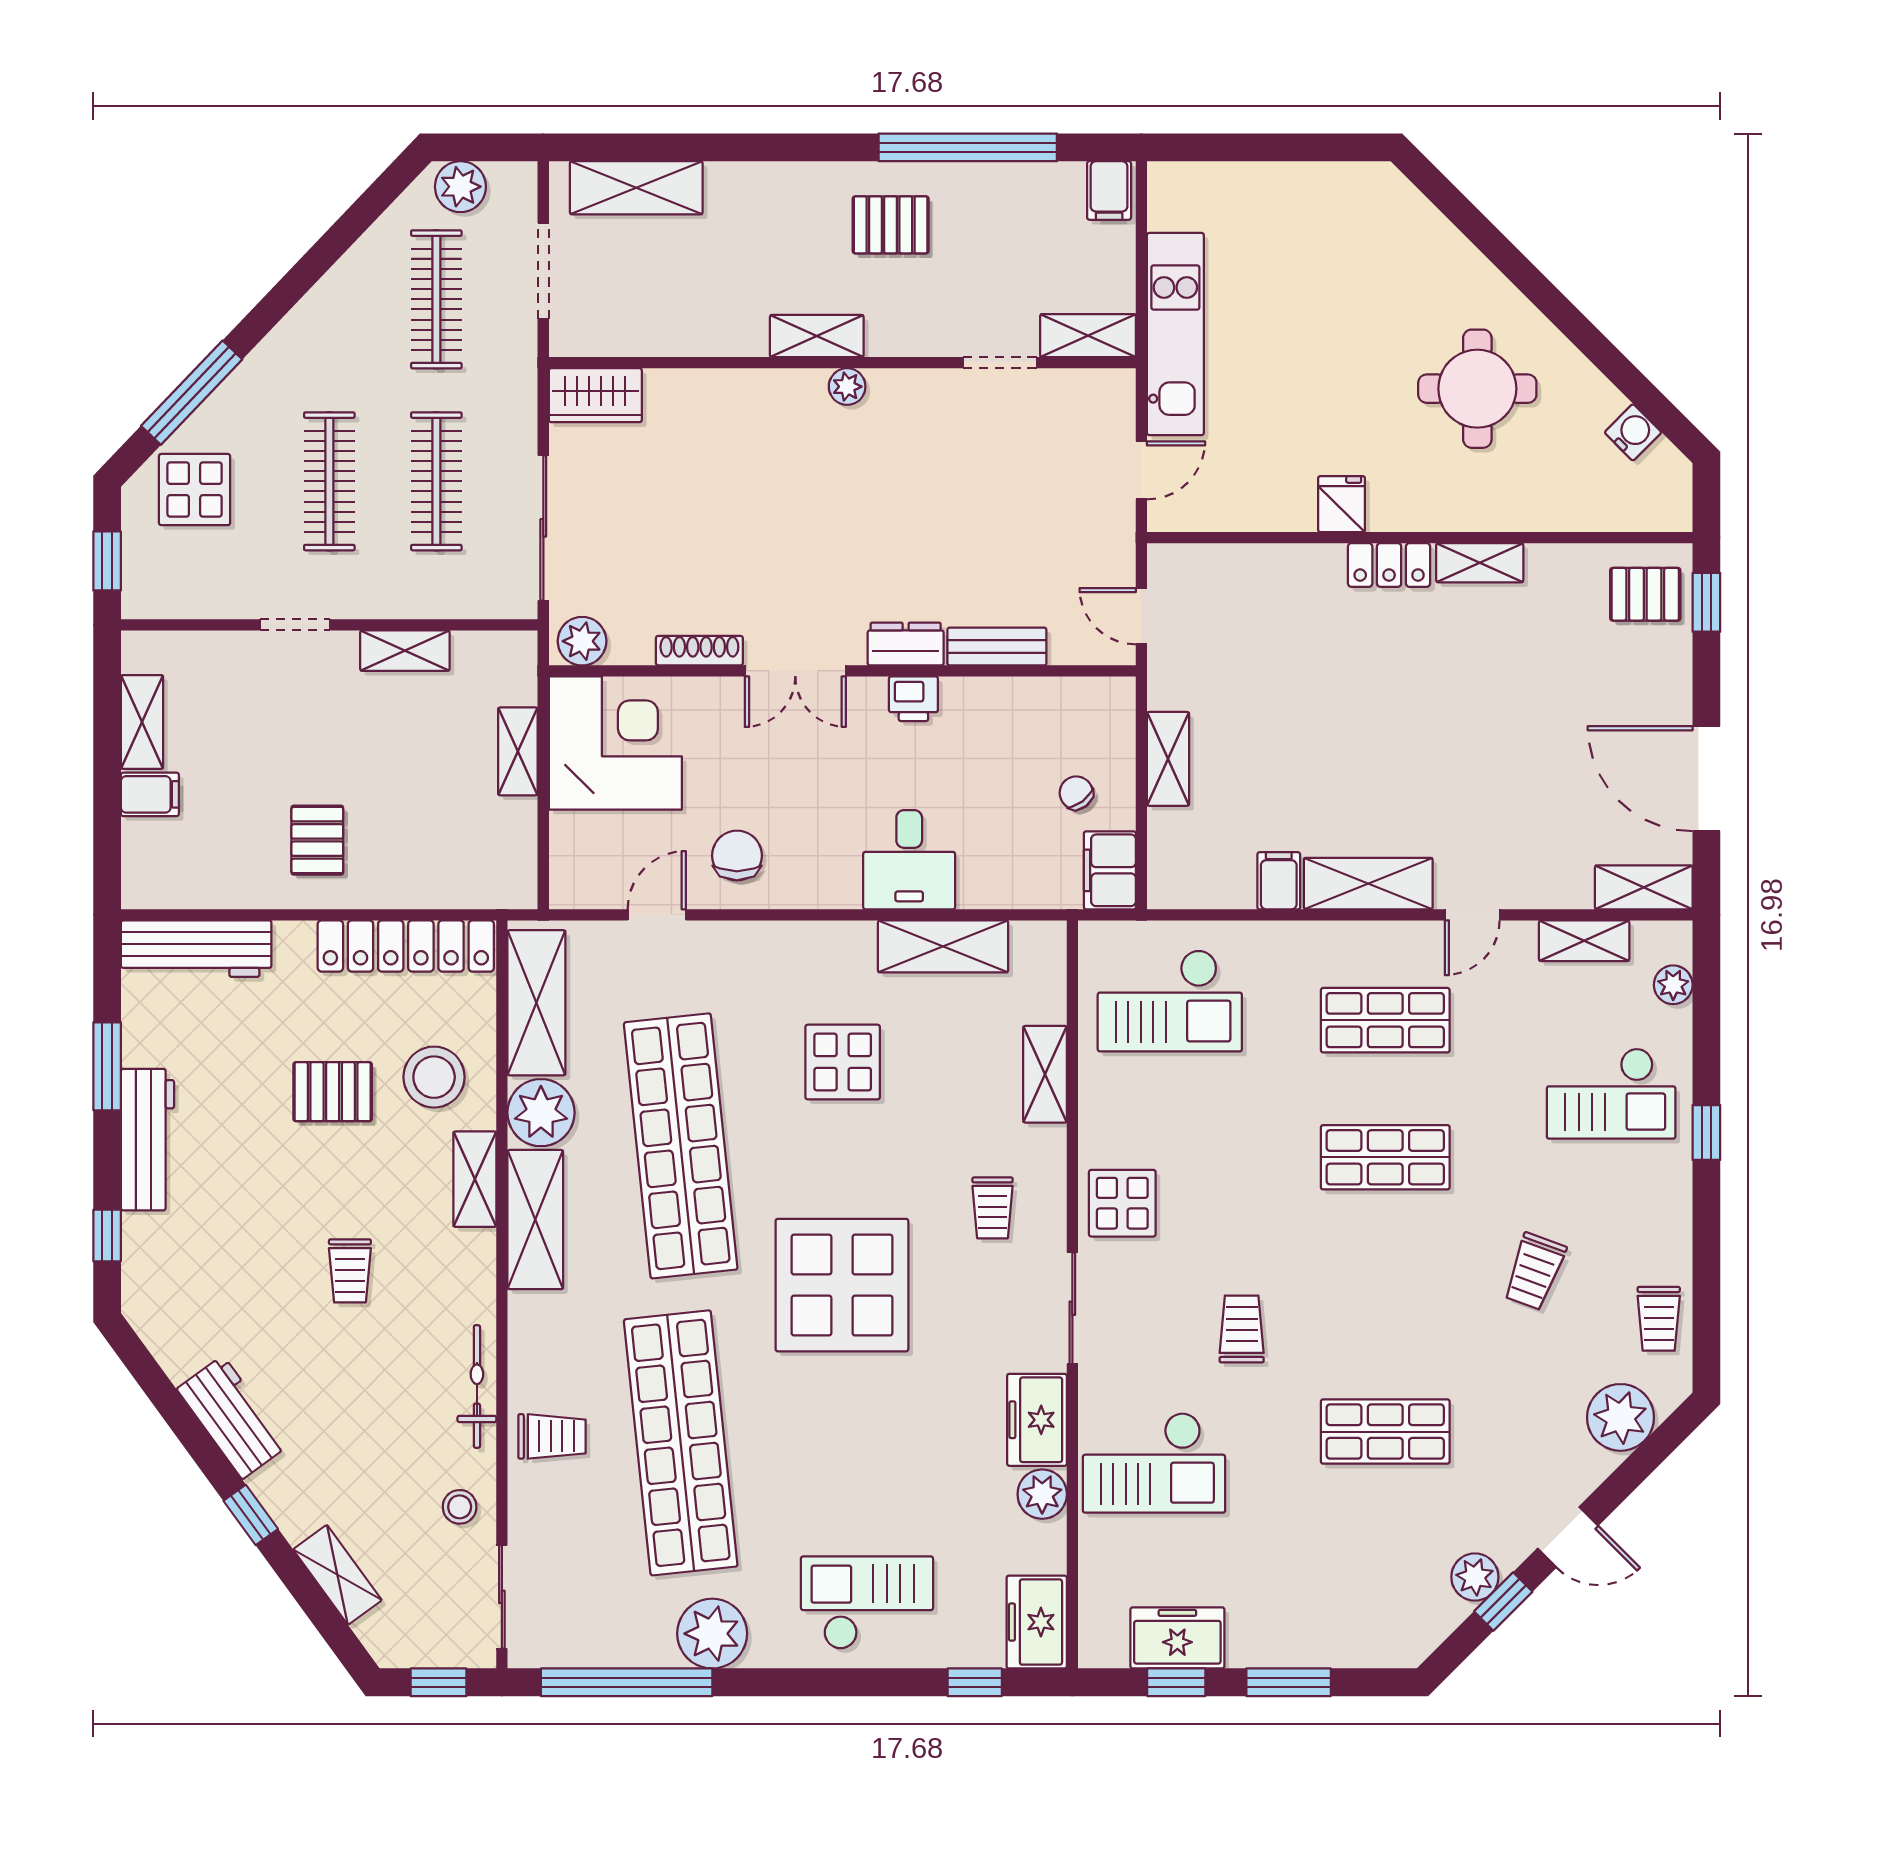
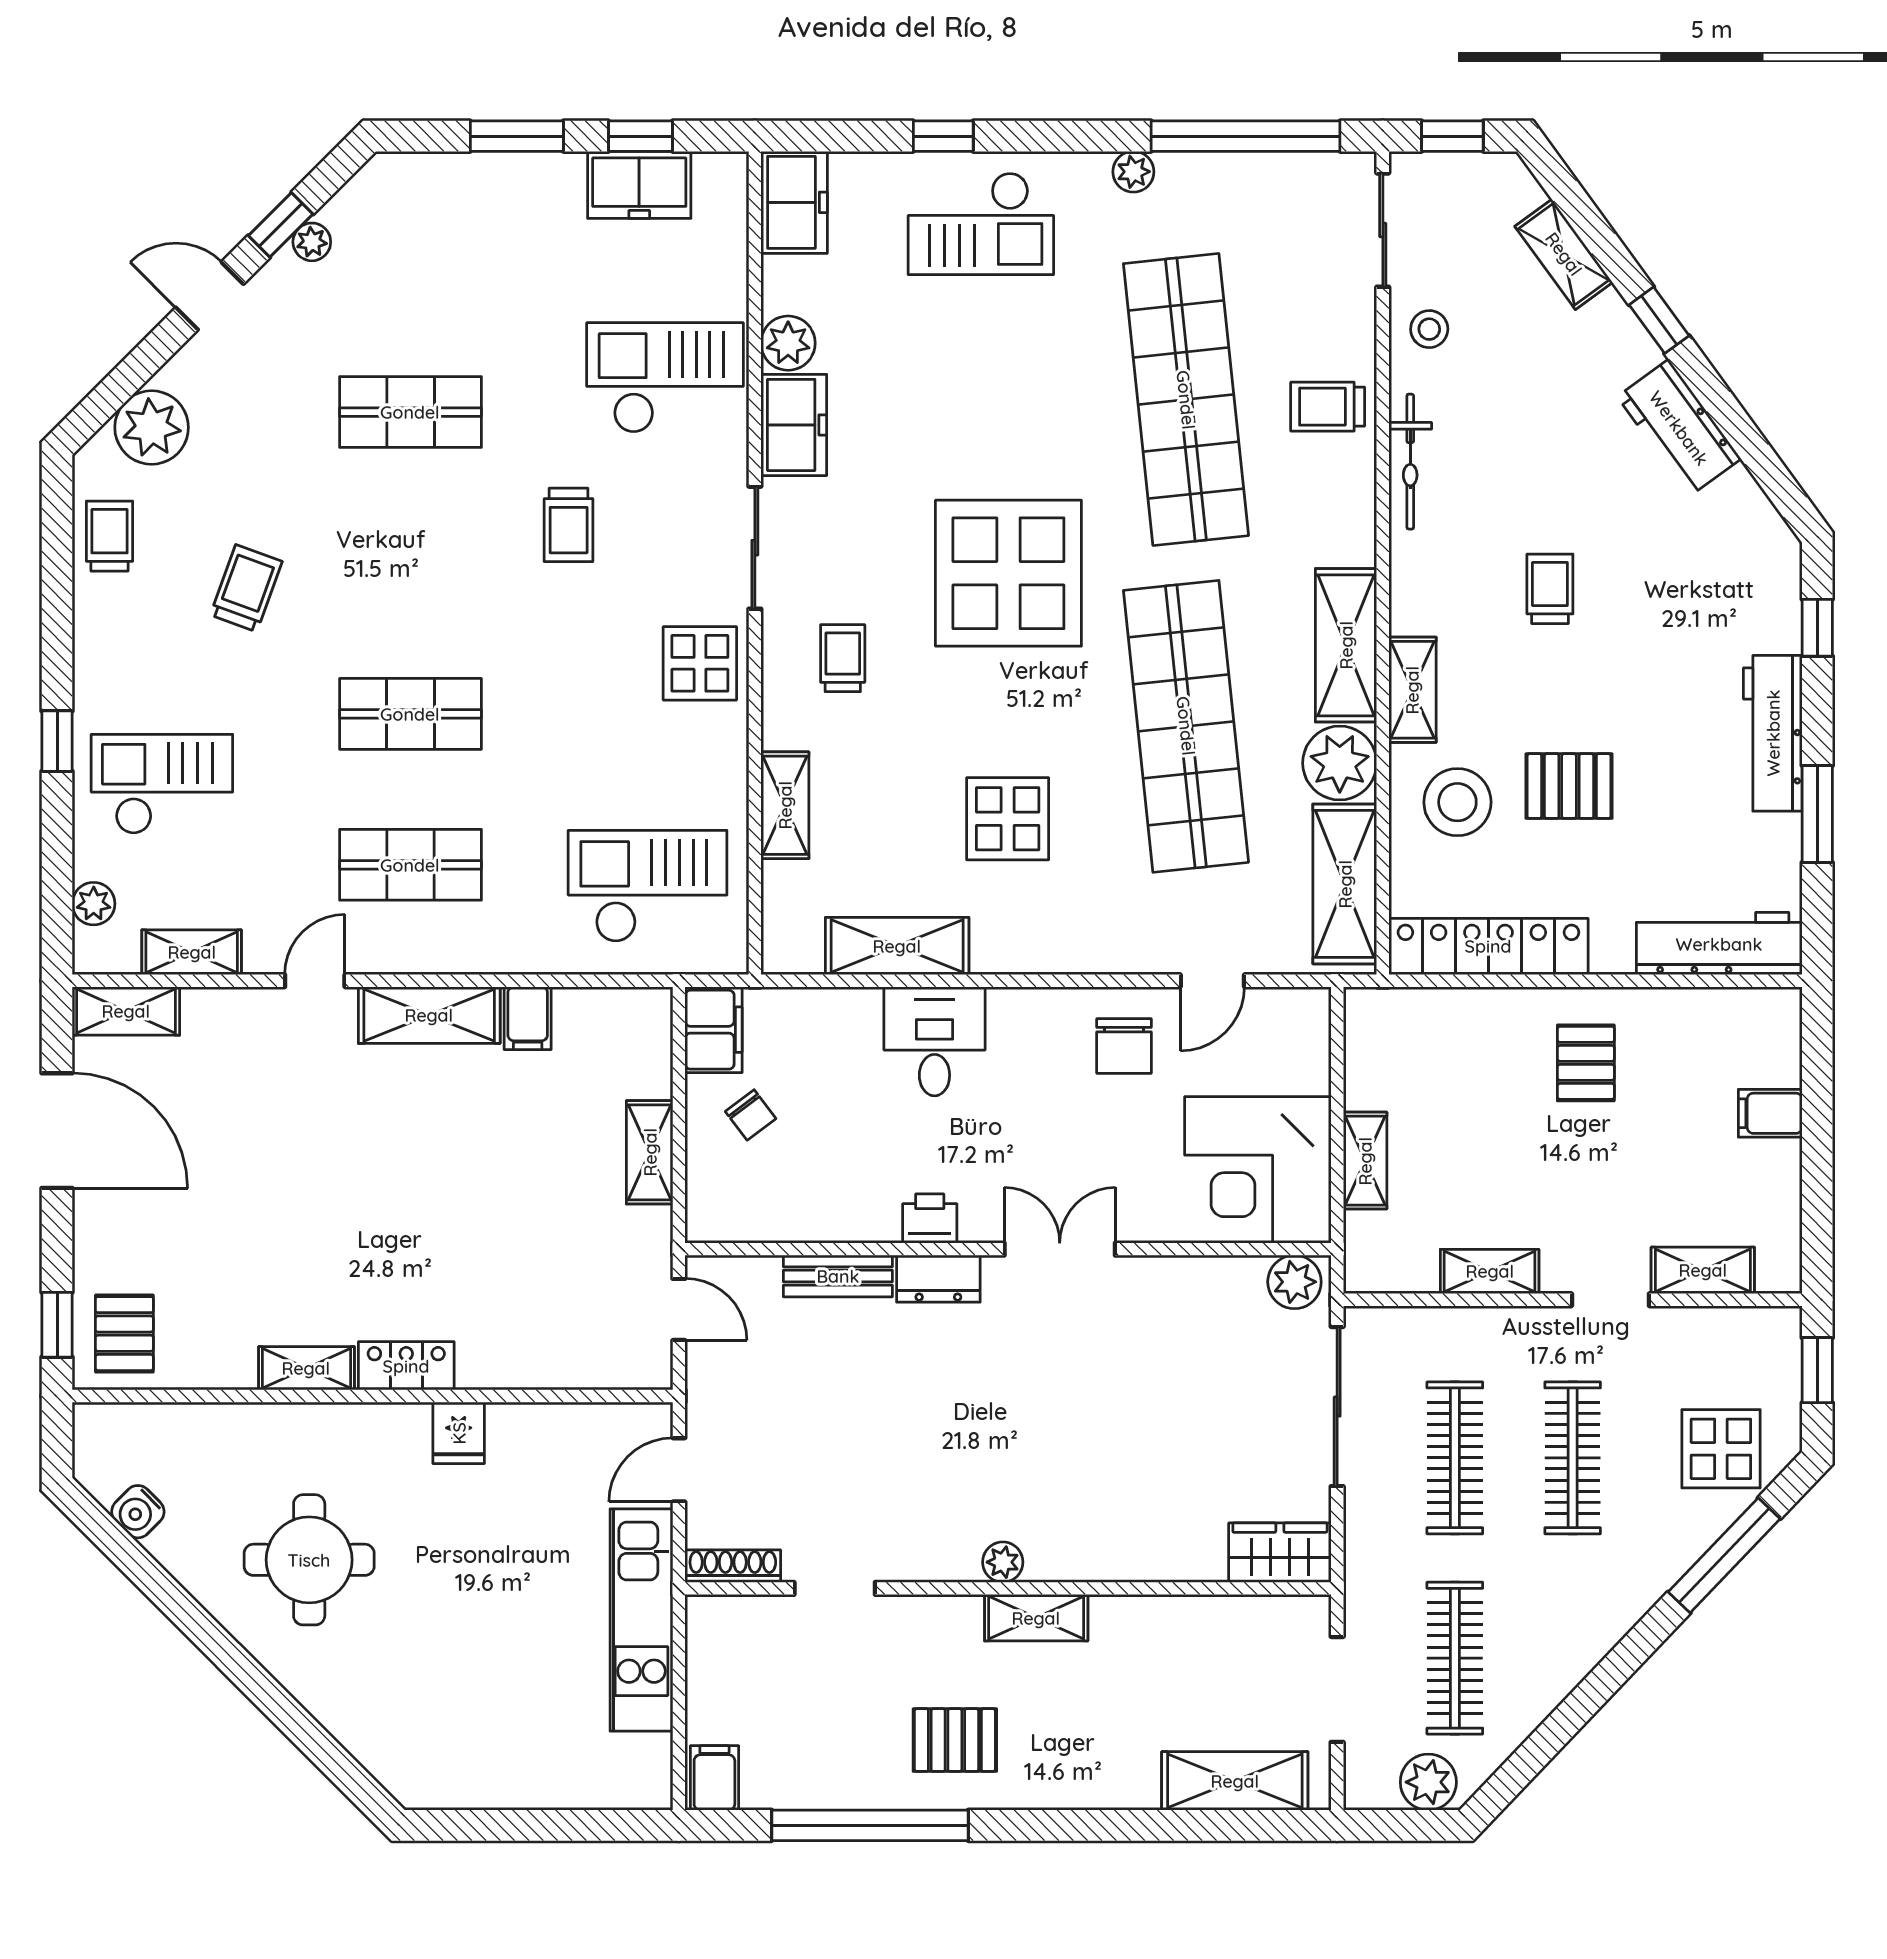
shelving: (1088, 336) -> (738, 1618), removed
pallet: (1645, 594) -> (124, 1334), turned 90
shoe rack: (699, 651) -> (733, 1566), moved, turned 180
shelving: (142, 722) -> (1703, 1270), moved, turned 90
plant: (1475, 1577) -> (312, 242), width x0.73, depth x0.73
plant: (712, 1634) -> (1133, 172), width x0.53, depth x0.53
window: (975, 1682) -> (943, 136), moved

